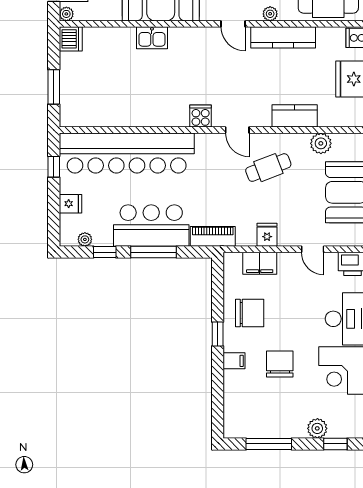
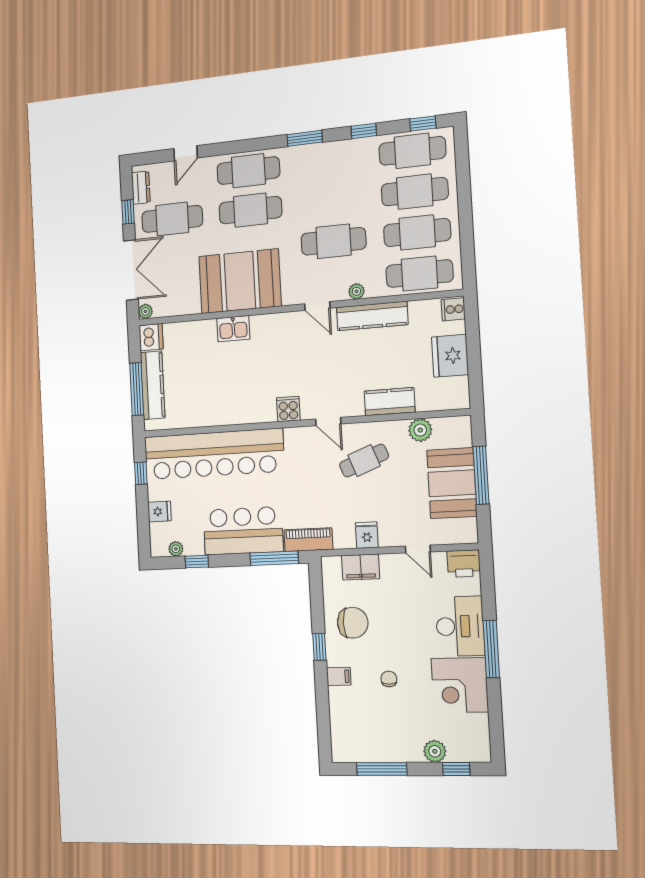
kitchen counter: (70, 84) -> (153, 385), added
window: (54, 87) -> (137, 389), width x1.44
window: (153, 252) -> (274, 558), moved
chair: (280, 364) -> (389, 679), width x0.54, depth x0.54

